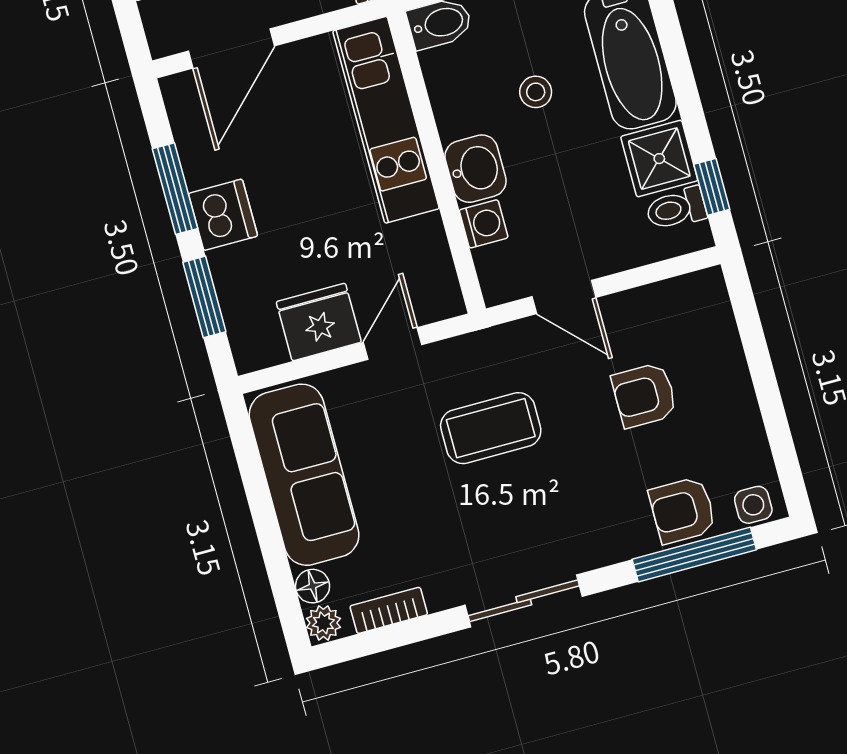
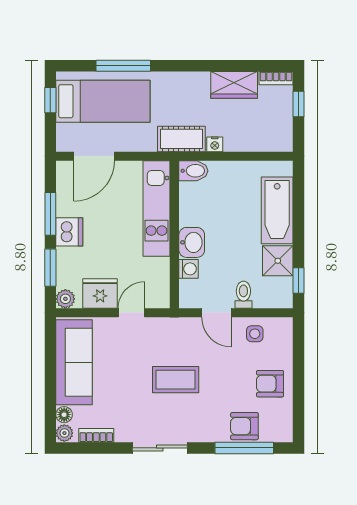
stool: (536, 92) -> (229, 214), removed
toilet: (676, 209) -> (243, 295), moved, turned 90
plant: (252, 352) -> (65, 299), added
armchair: (644, 395) -> (270, 384), moved
coffee table: (491, 428) -> (176, 380), moved
side table: (753, 505) -> (255, 334), moved

